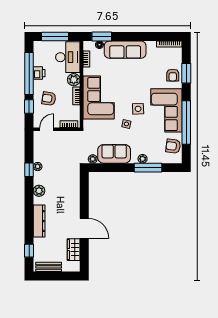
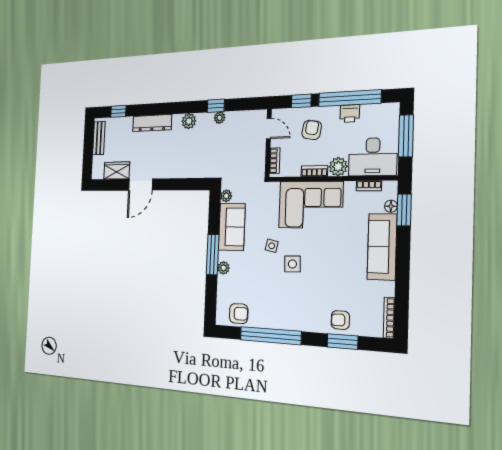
corner sofa: (166, 110) -> (289, 307), removed
armchair: (173, 146) -> (239, 314), turned 83
window: (148, 168) -> (213, 255), moved

